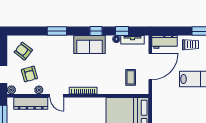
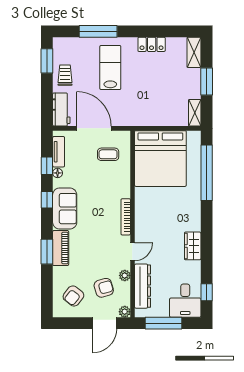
piano: (60, 41) -> (61, 248), added

